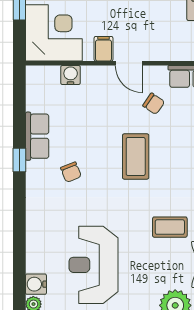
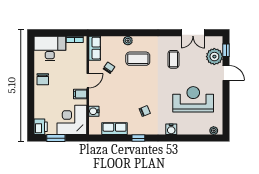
row of seats: (37, 136) -> (115, 129), moved
coffee table: (136, 156) -> (138, 59), moved
reception desk: (93, 265) -> (193, 99), turned 180
water cooler: (36, 284) -> (171, 129), moved

